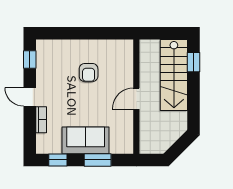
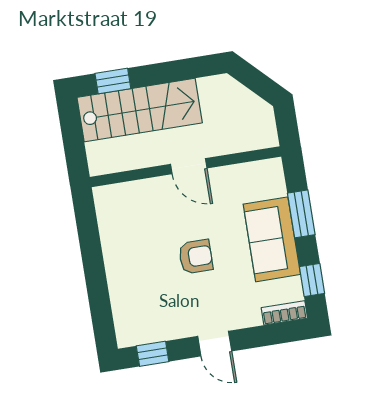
armchair: (89, 73) -> (196, 257), moved
door: (30, 97) -> (215, 344), hinge flipped
bookcase: (41, 120) -> (284, 313), moved

